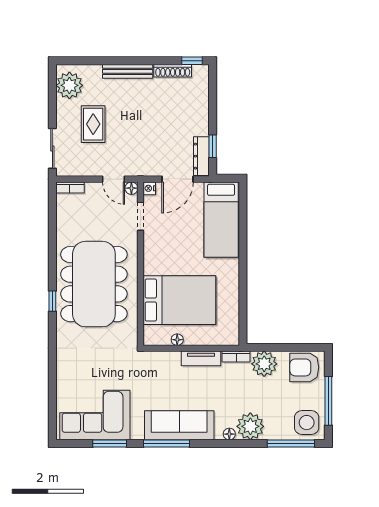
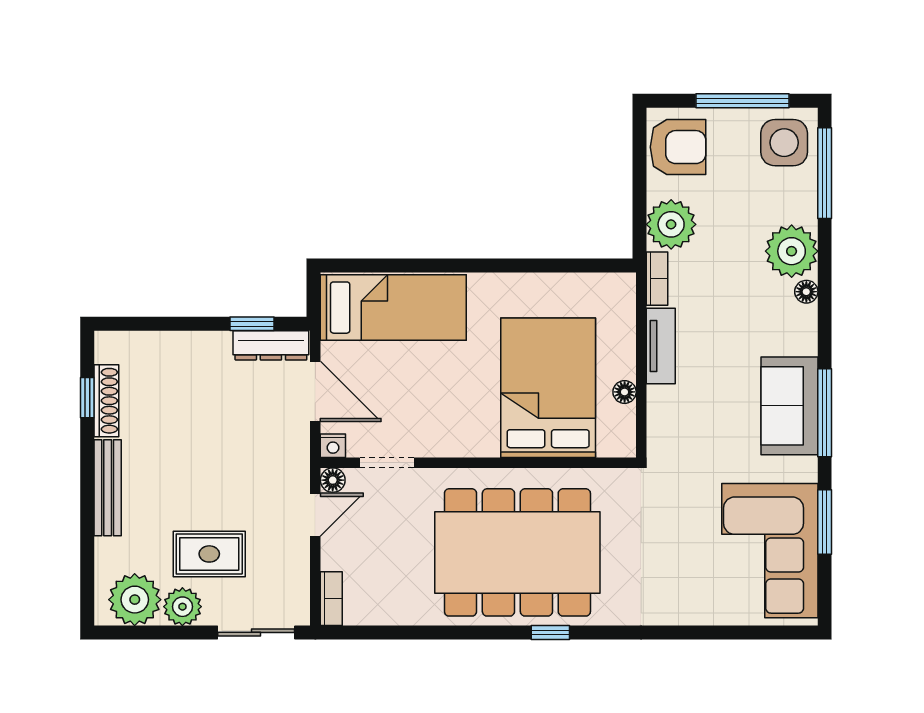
window: (192, 61) -> (87, 398), moved
plant: (66, 110) -> (182, 607), added
armchair: (304, 367) -> (678, 147), turned -90
sofa: (179, 425) -> (789, 406), width x0.73

